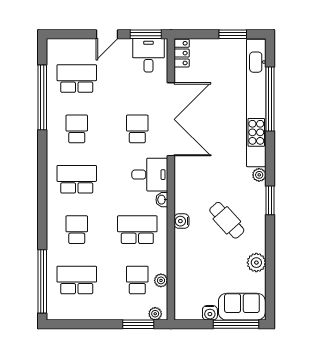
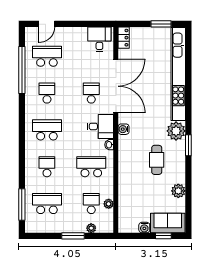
door: (107, 34) -> (47, 24), moved
window: (146, 34) -> (97, 24), removed
window: (270, 99) -> (188, 71), removed
plant: (259, 175) -> (176, 131), width x1.88, depth x1.88
cafe table: (227, 220) -> (157, 160), turned 42
water cooler: (182, 221) -> (124, 129), moved
window: (42, 281) -> (22, 205), width x0.68
plant: (155, 314) -> (91, 228), moved
window: (138, 324) -> (73, 236), moved
window: (236, 324) -> (163, 236), width x0.46

